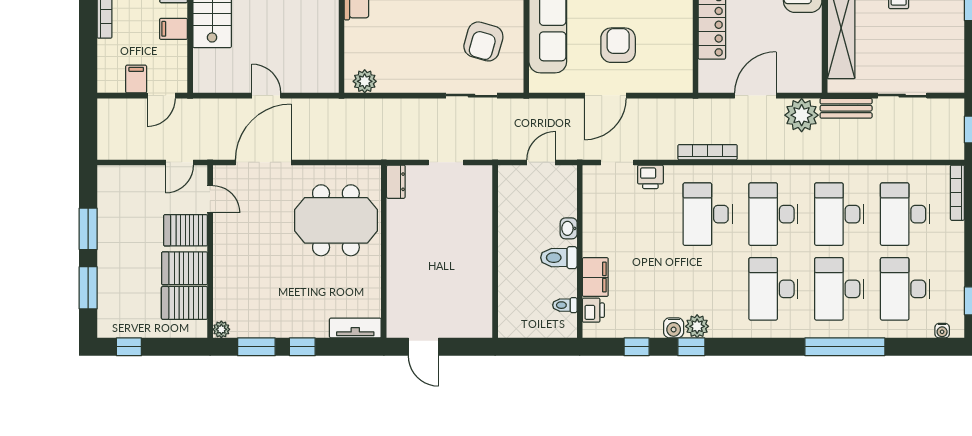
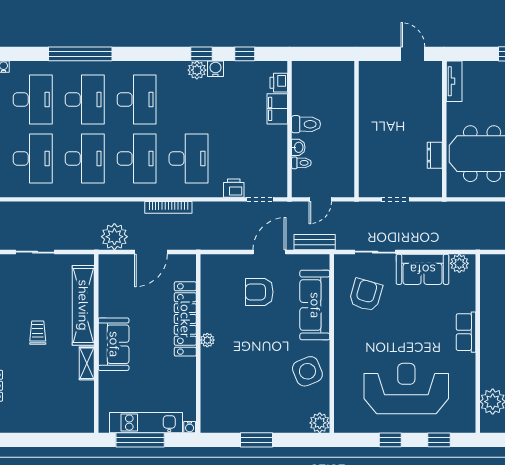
armchair: (618, 45) -> (259, 292), turned 90
sofa: (411, 74) -> (423, 269), added
bench: (846, 108) -> (315, 242), moved
bookcase: (708, 152) -> (168, 207), moved
dresser: (396, 182) -> (435, 155), moved
toilet: (565, 305) -> (301, 163), moved
tv unit: (355, 328) -> (454, 81), moved, turned -90

